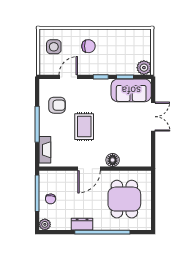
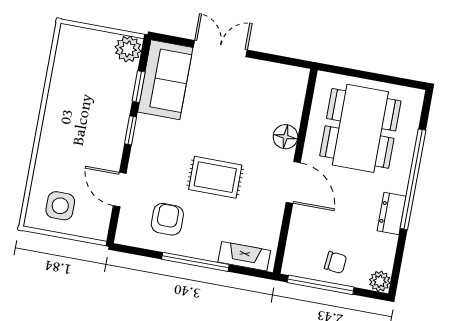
chair: (88, 46) -> (71, 143), removed
dining table: (124, 199) -> (360, 128), width x1.37

